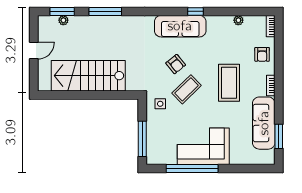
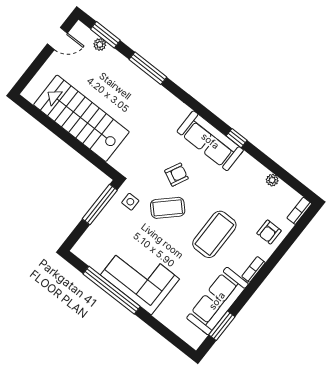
door: (34, 51) -> (57, 39), moved
armchair: (176, 64) -> (176, 175), turned -115
window: (142, 139) -> (100, 204), moved

